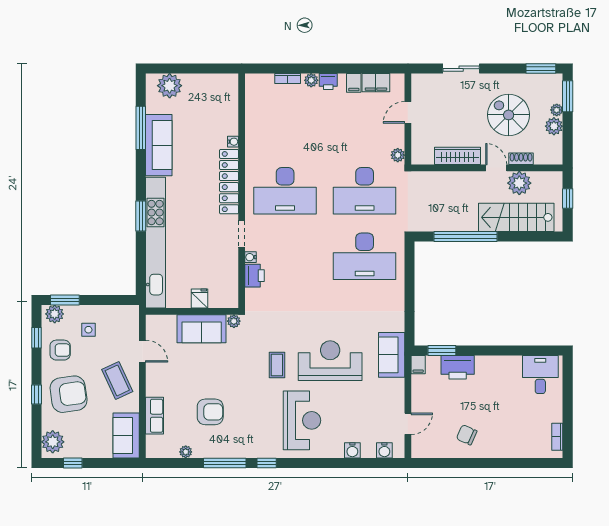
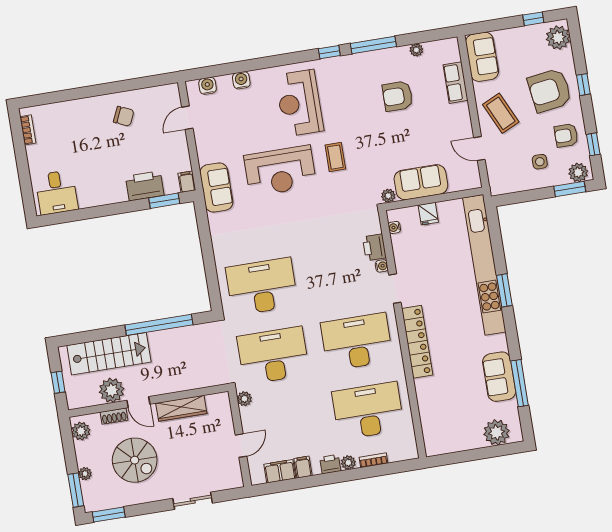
desk: (285, 125) -> (368, 411), added
plant: (554, 126) -> (81, 431), moved
water cooler: (233, 142) -> (394, 227), moved
sofa: (159, 145) -> (499, 377), width x0.73

